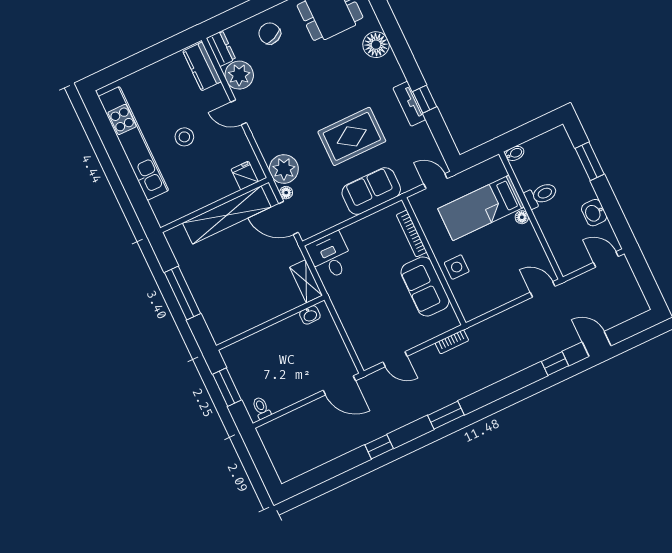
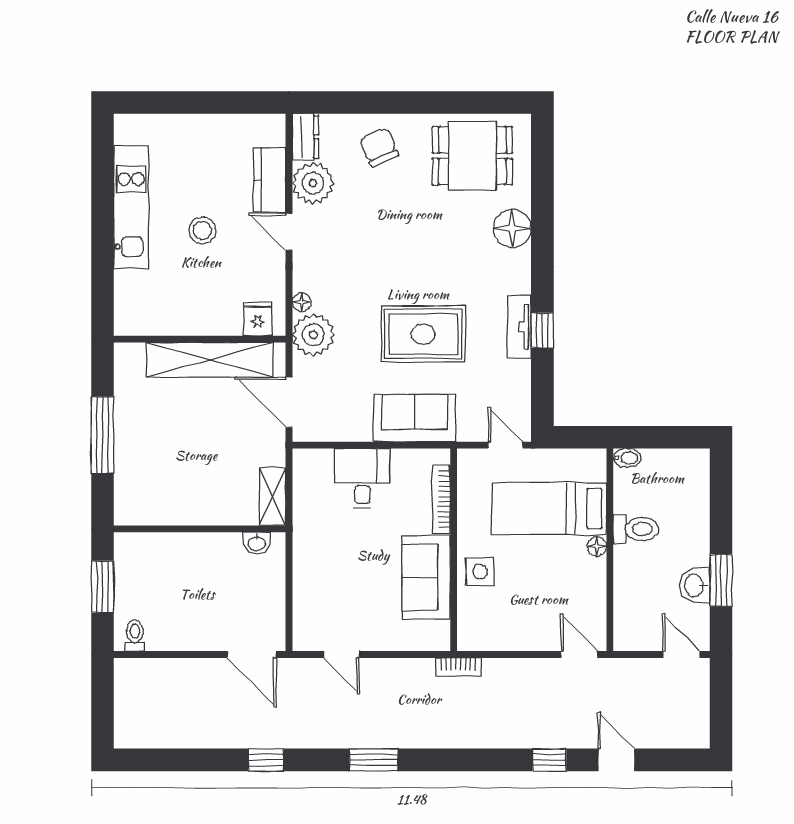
kitchen counter: (202, 66) -> (270, 180), moved
kitchen unit: (133, 143) -> (131, 207), width x0.73
window: (590, 161) -> (721, 580), moved
floor lamp: (286, 193) -> (302, 302), moved
desk: (330, 256) -> (362, 478), moved
bookcase: (452, 342) -> (458, 667), moved

